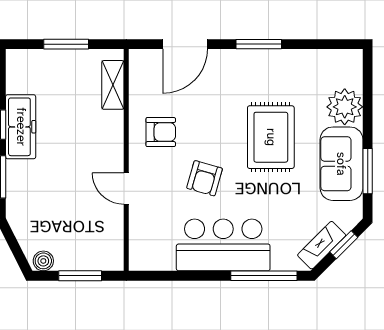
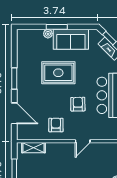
plant: (345, 107) -> (48, 34), width x0.53, depth x0.53
window: (368, 171) -> (57, 27), moved
armchair: (205, 178) -> (78, 104), turned -107

